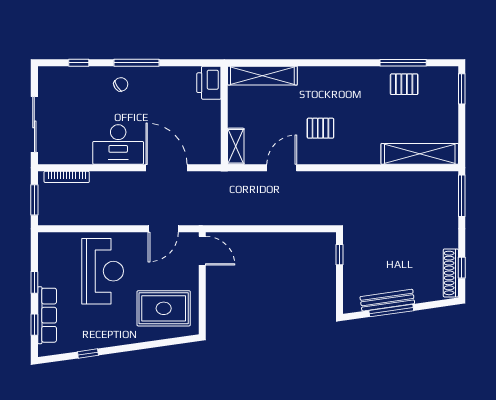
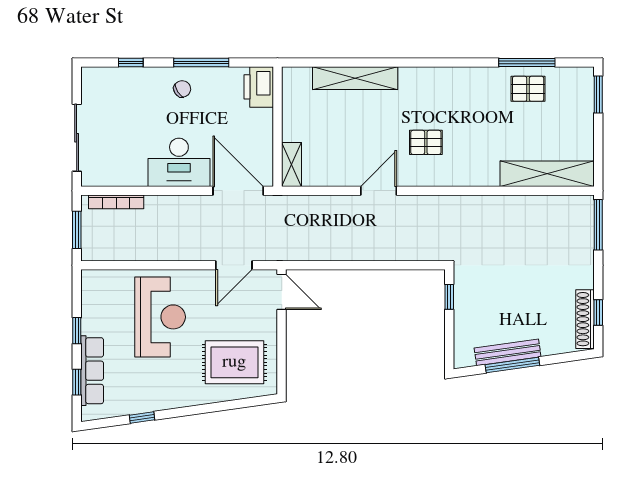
printer: (209, 83) -> (259, 87), moved
wall: (224, 115) -> (277, 127), moved
shelving: (236, 146) -> (292, 165), moved

